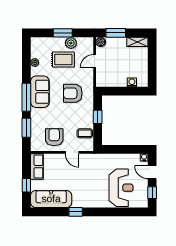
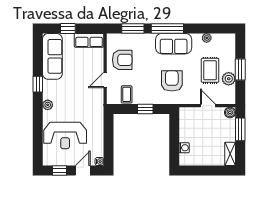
plant: (94, 203) -> (48, 105), added

